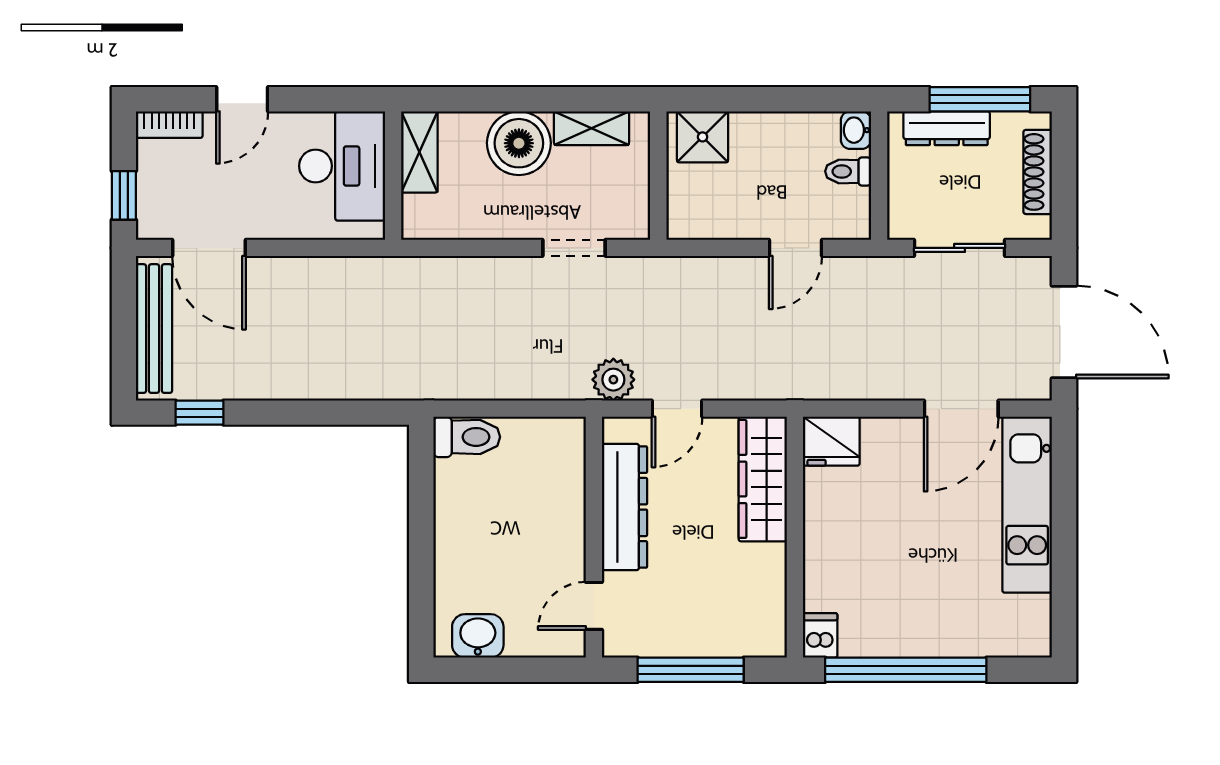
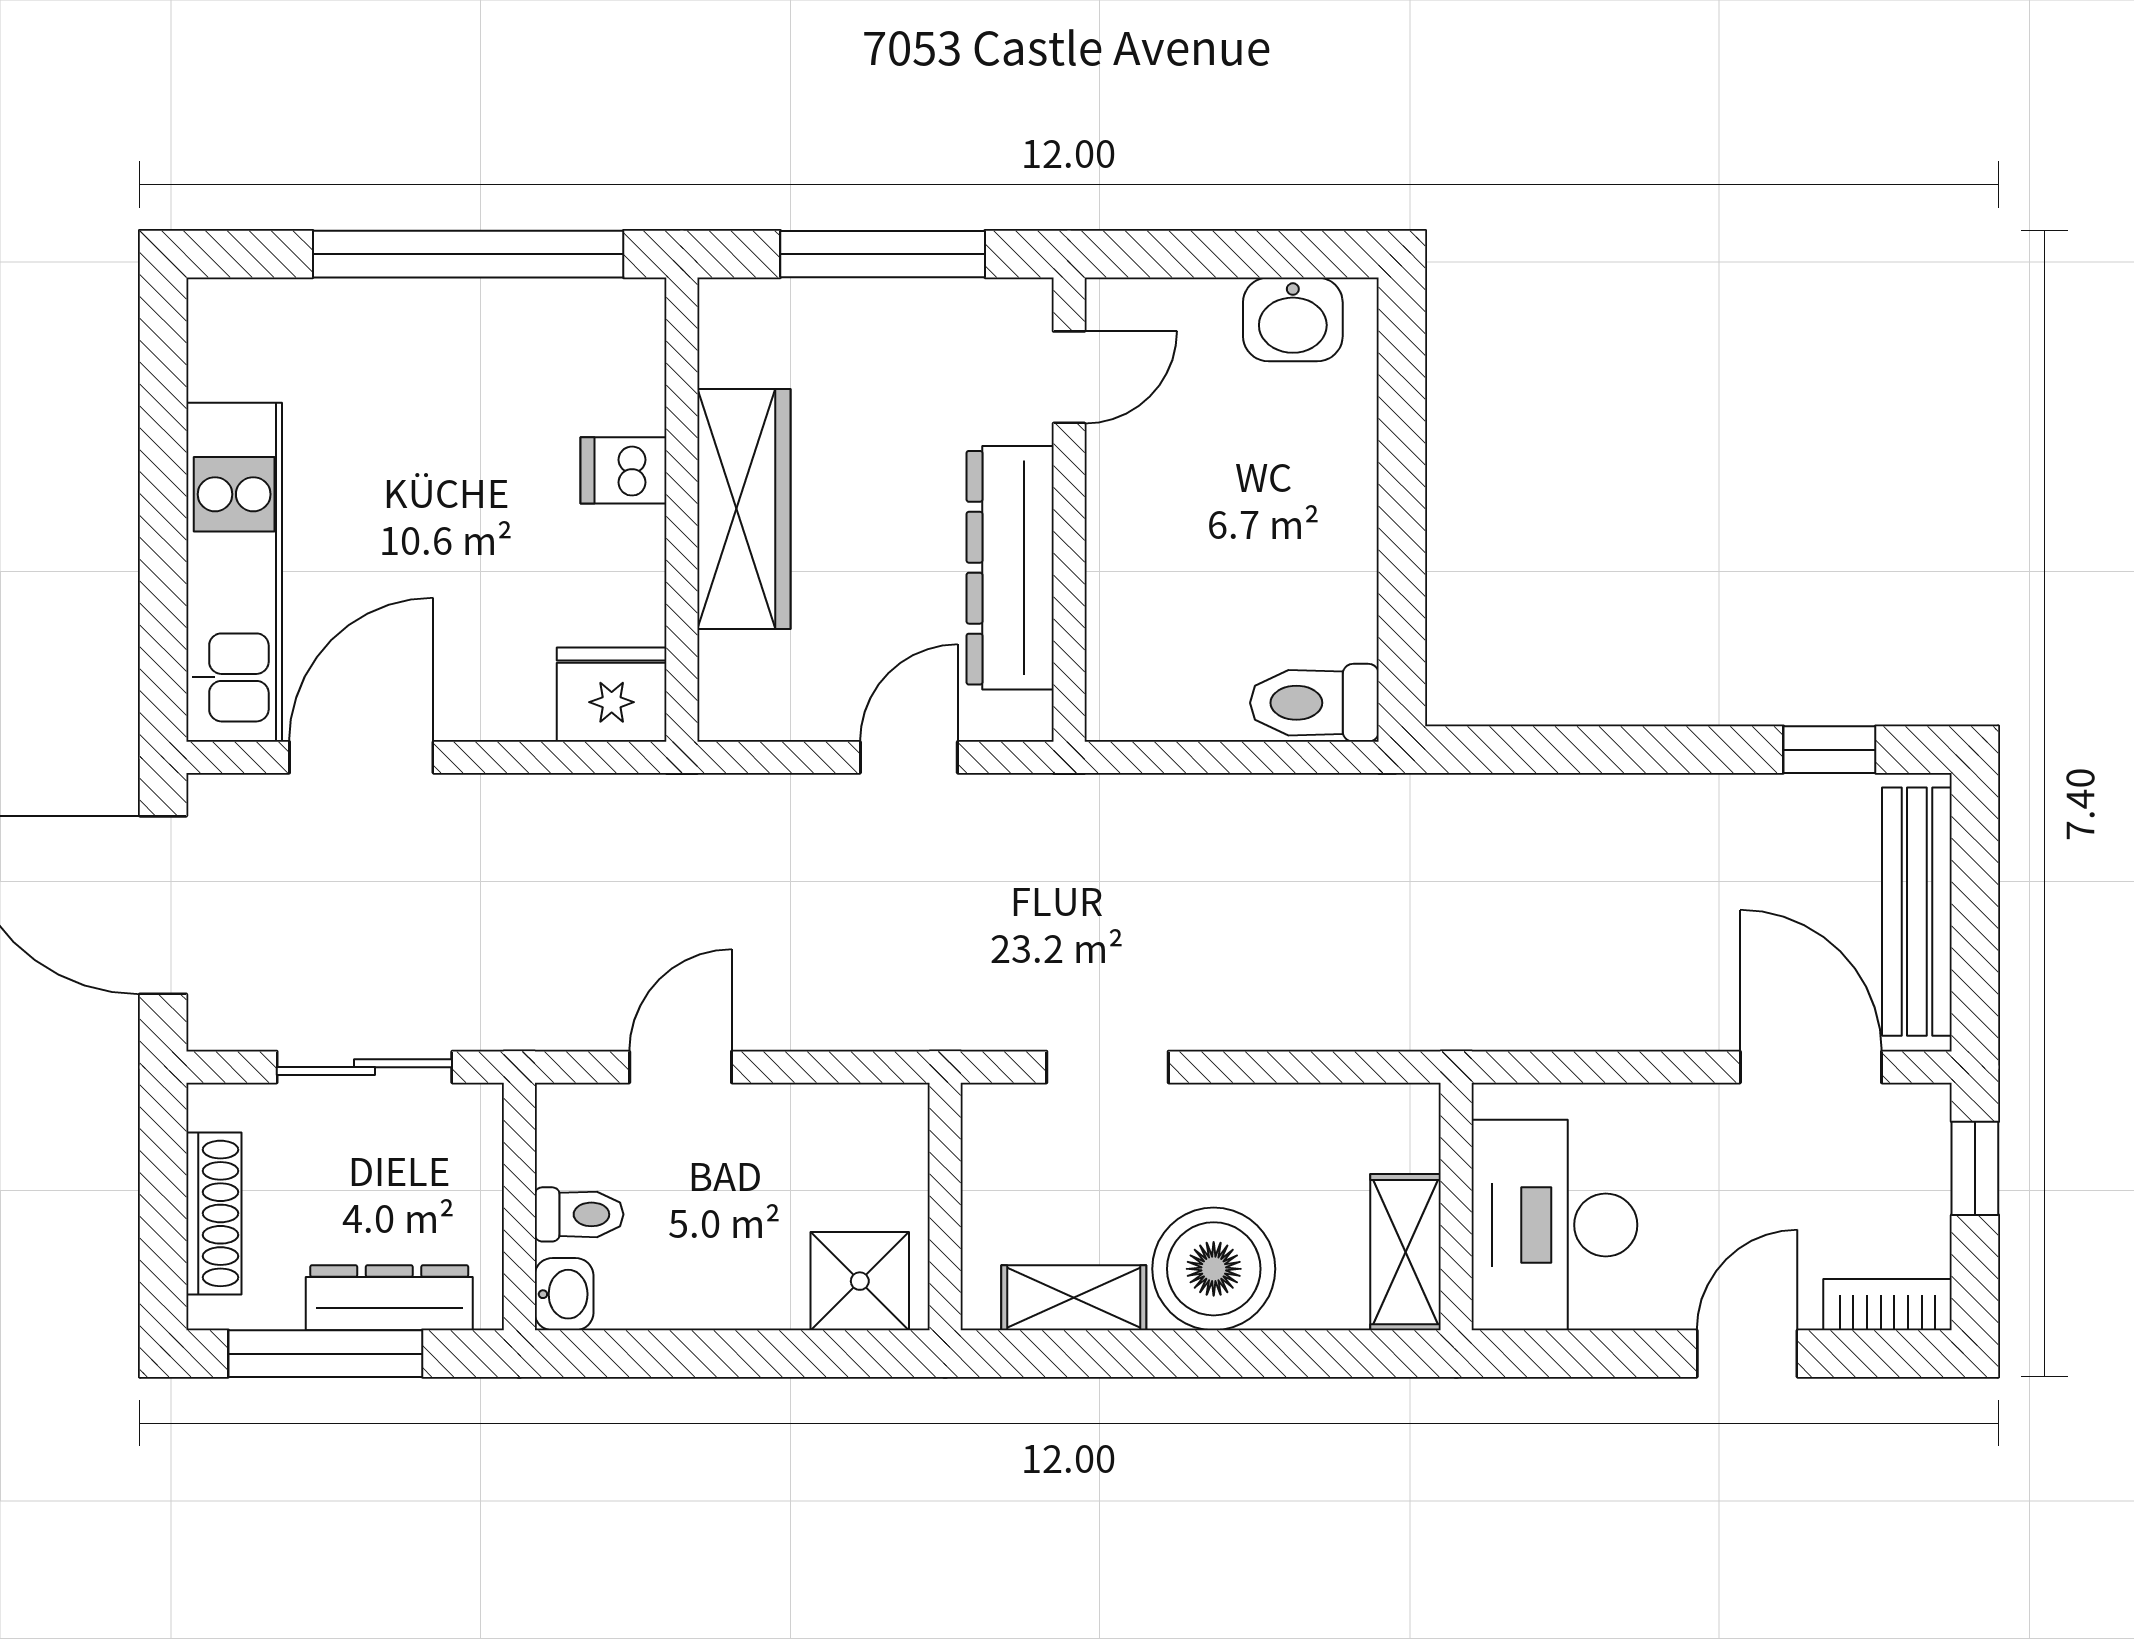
plant: (613, 380) -> (1032, 813), removed
wardrobe: (763, 479) -> (744, 509), moved
dishwasher: (820, 635) -> (623, 470), moved, turned 90

